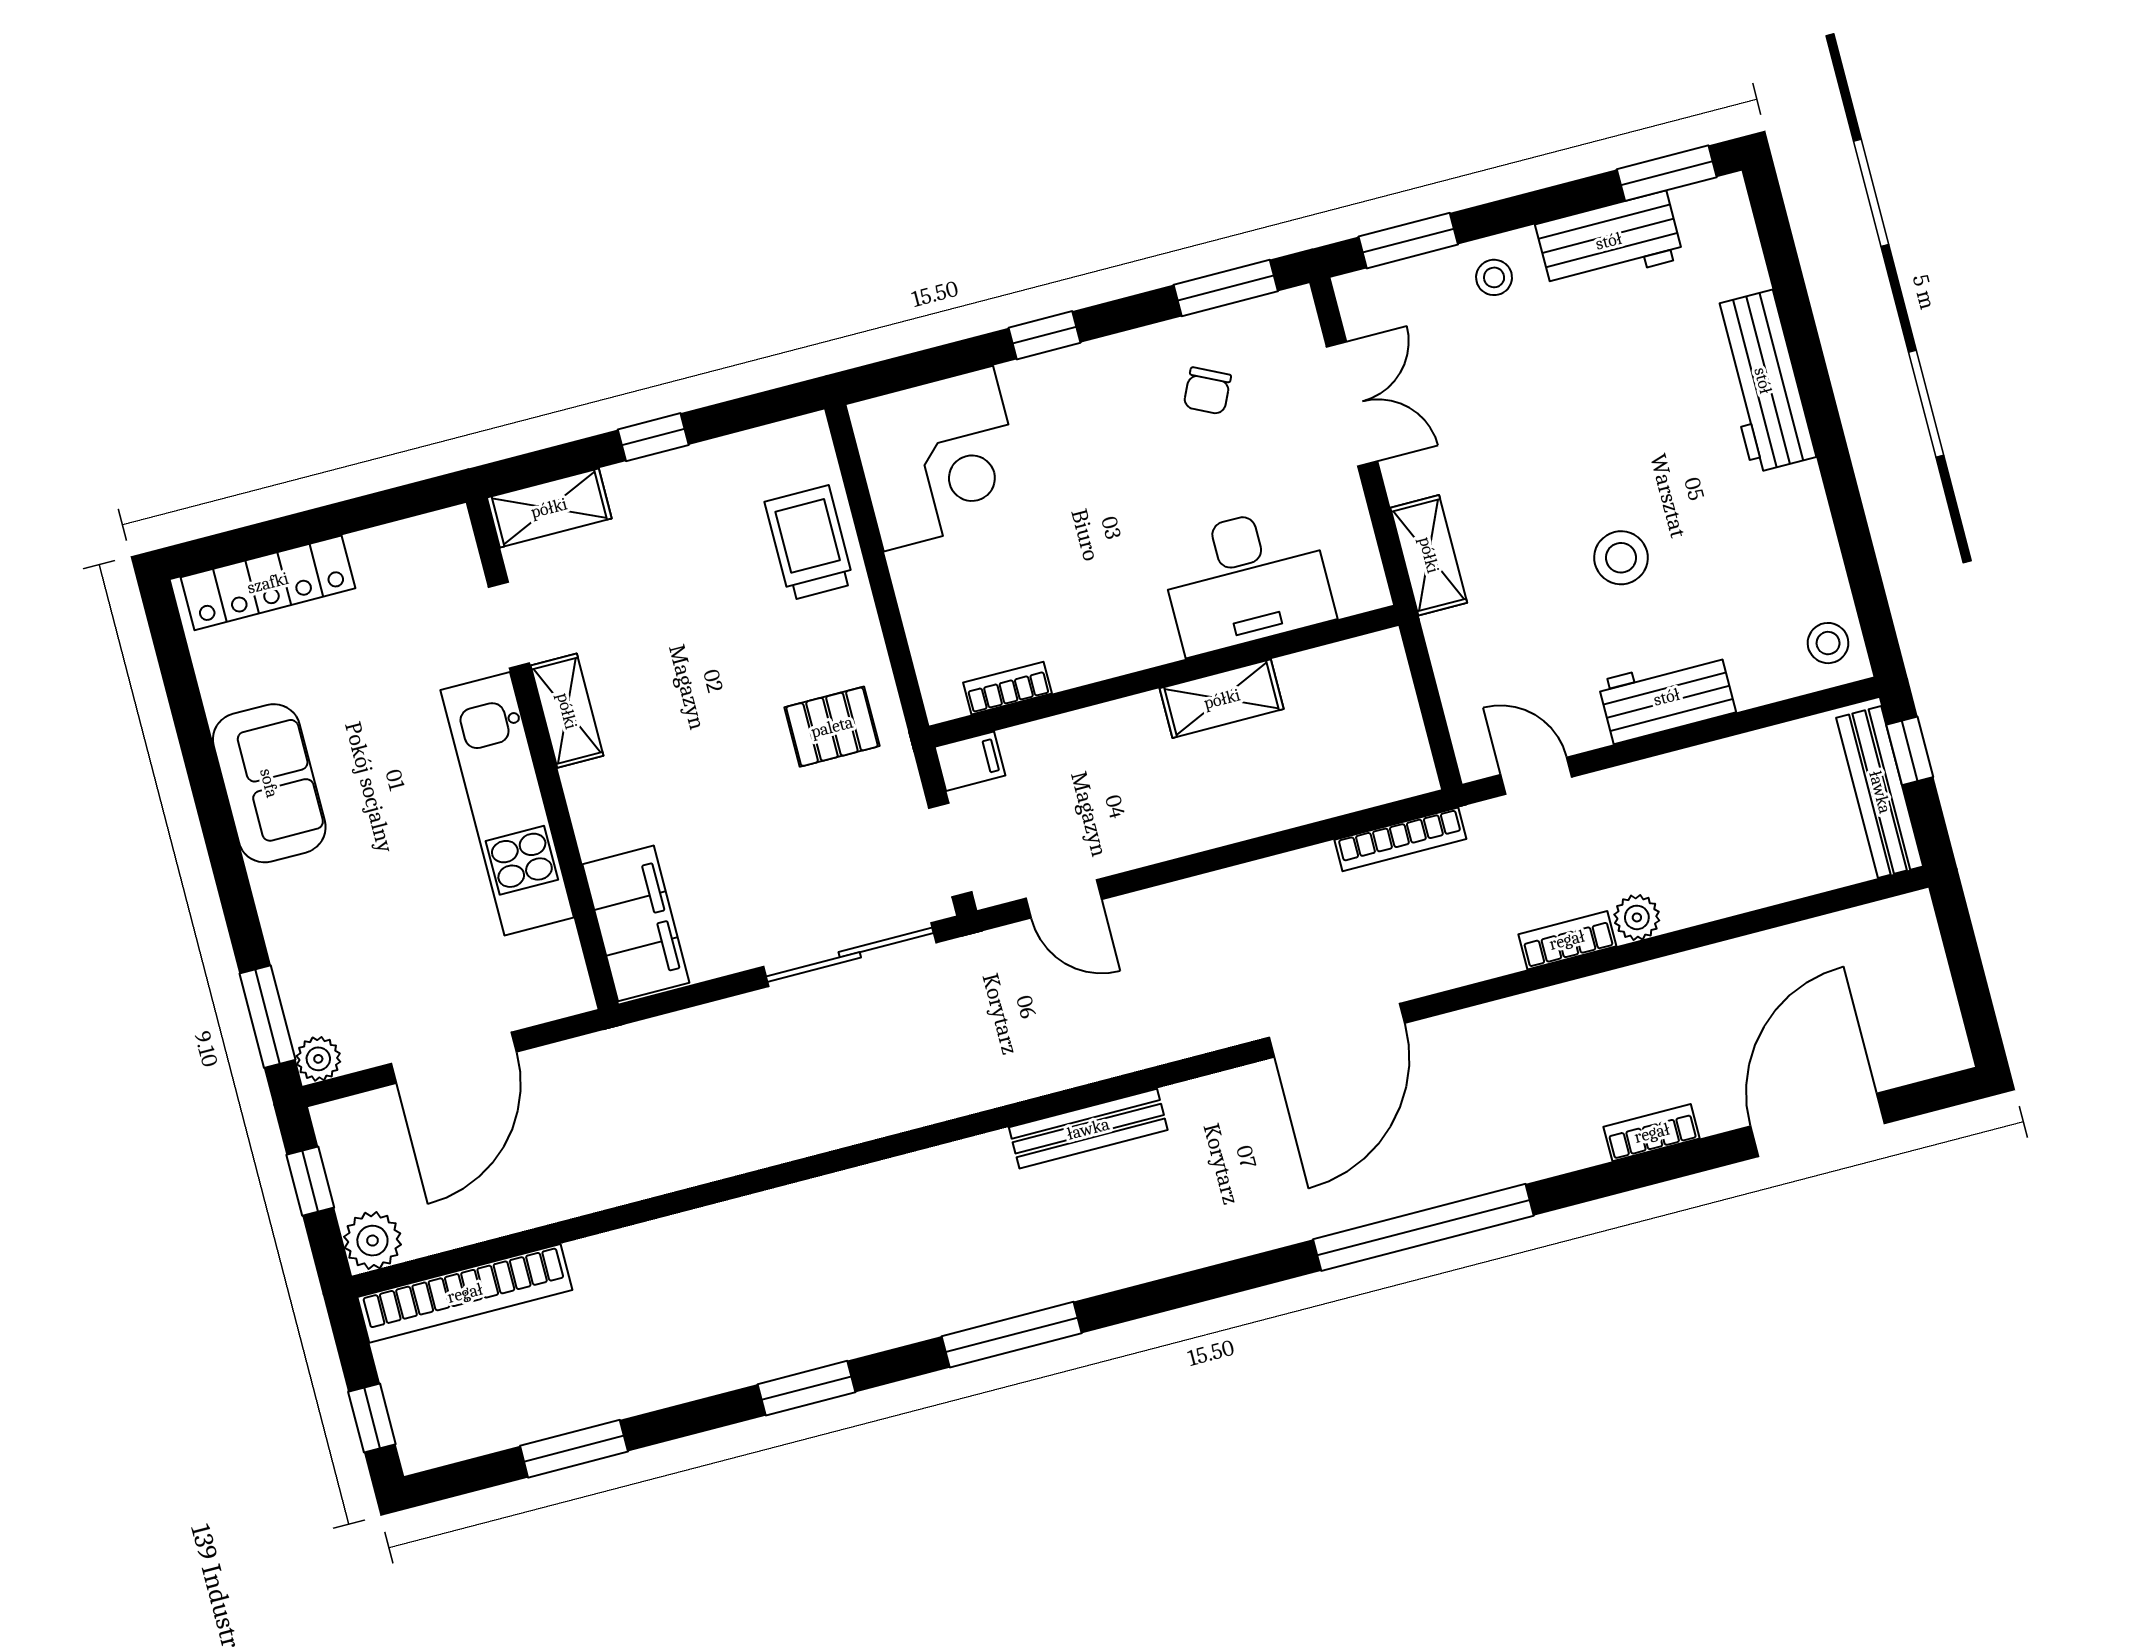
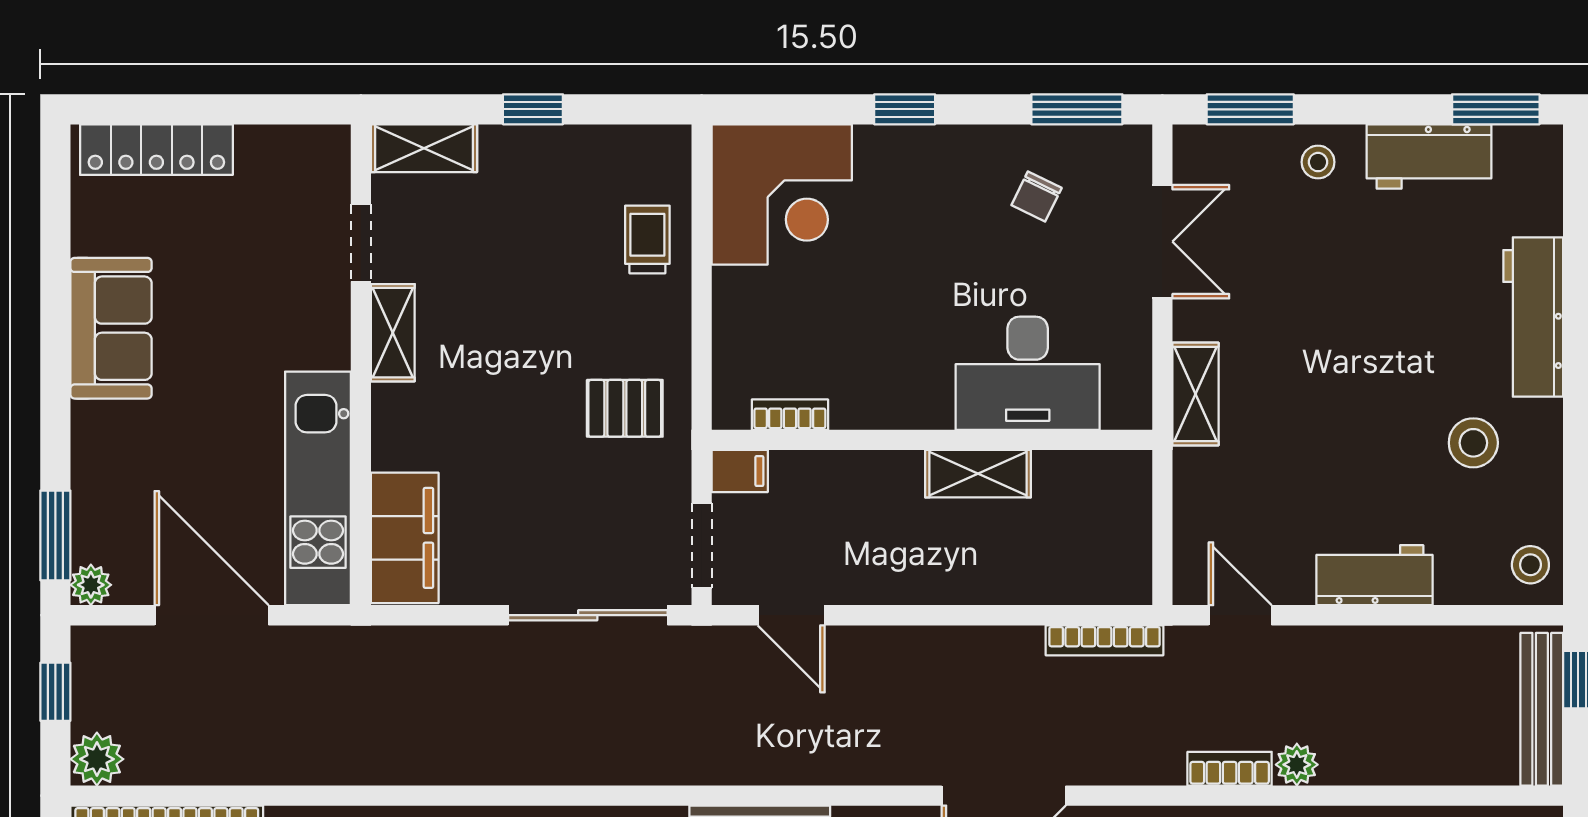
trolley: (809, 543) -> (647, 239), width x0.73, depth x0.72
stool: (1621, 558) -> (1473, 443), moved
kitchen unit: (507, 804) -> (318, 488), moved
door: (454, 1058) -> (212, 615), swing flipped

